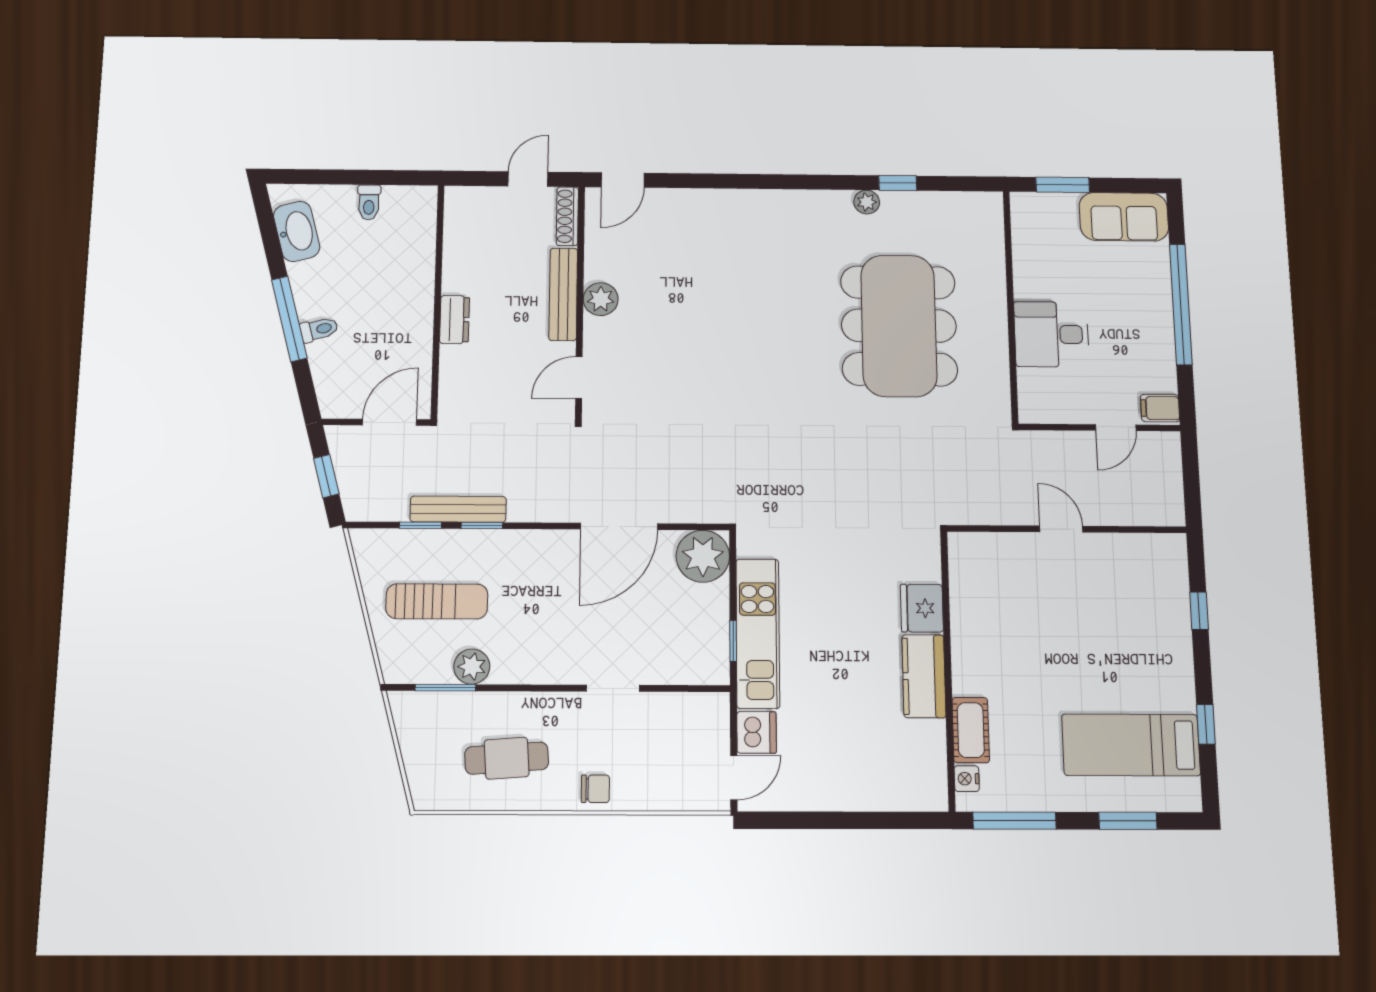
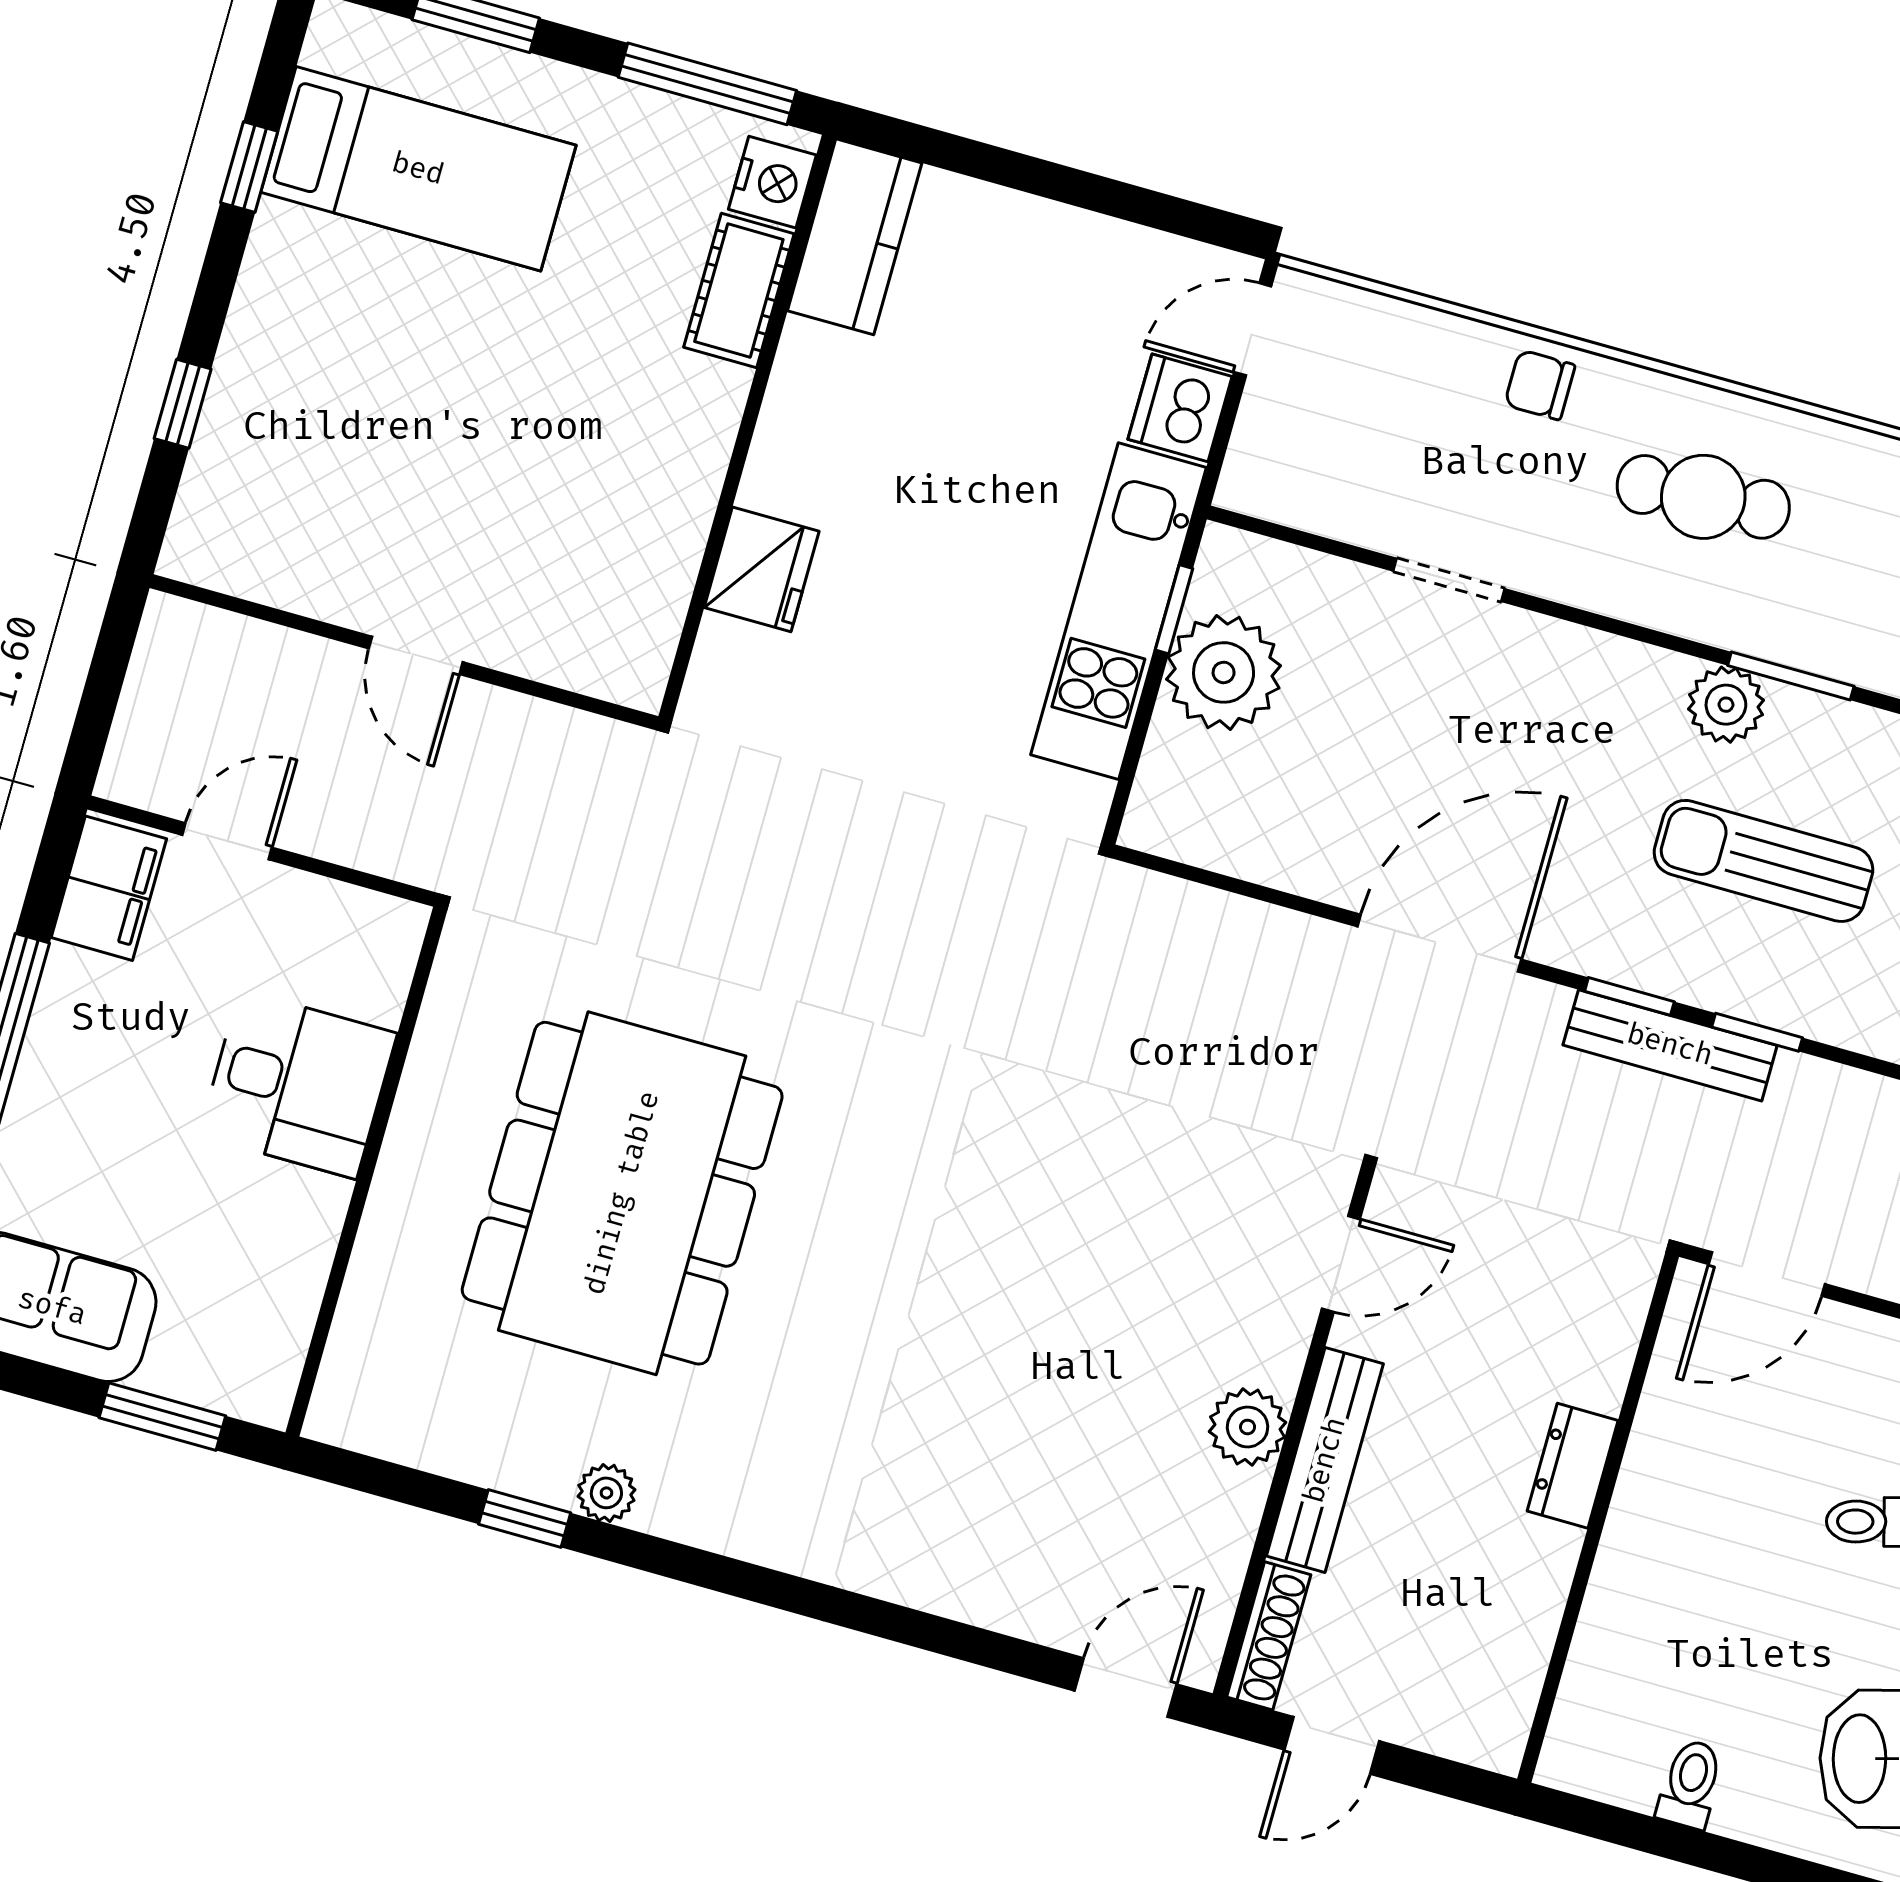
filing cabinet: (1160, 408) -> (109, 888), width x2.00
door: (619, 526) -> (1439, 943), moved
plant: (703, 556) -> (1224, 672), moved
kitchen counter: (924, 676) -> (855, 237), moved
nightstand: (967, 779) -> (772, 182), width x1.39, depth x1.35

